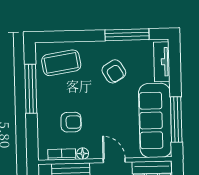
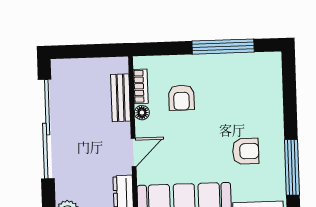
coffee table: (61, 63) -> (256, 85), removed
armchair: (114, 71) -> (246, 151), turned -149

